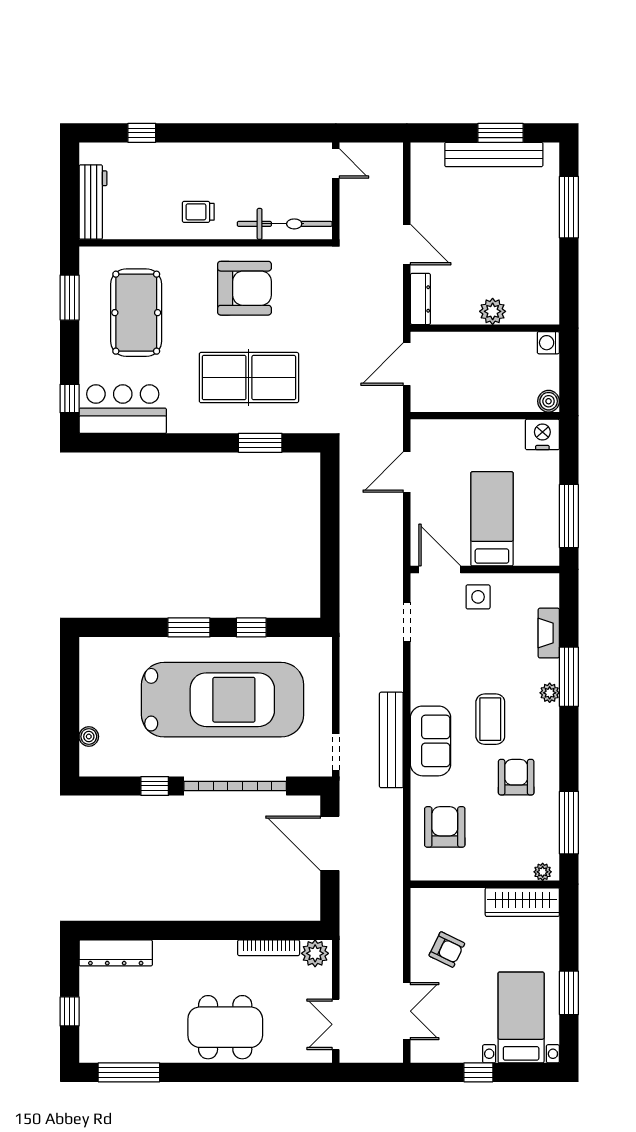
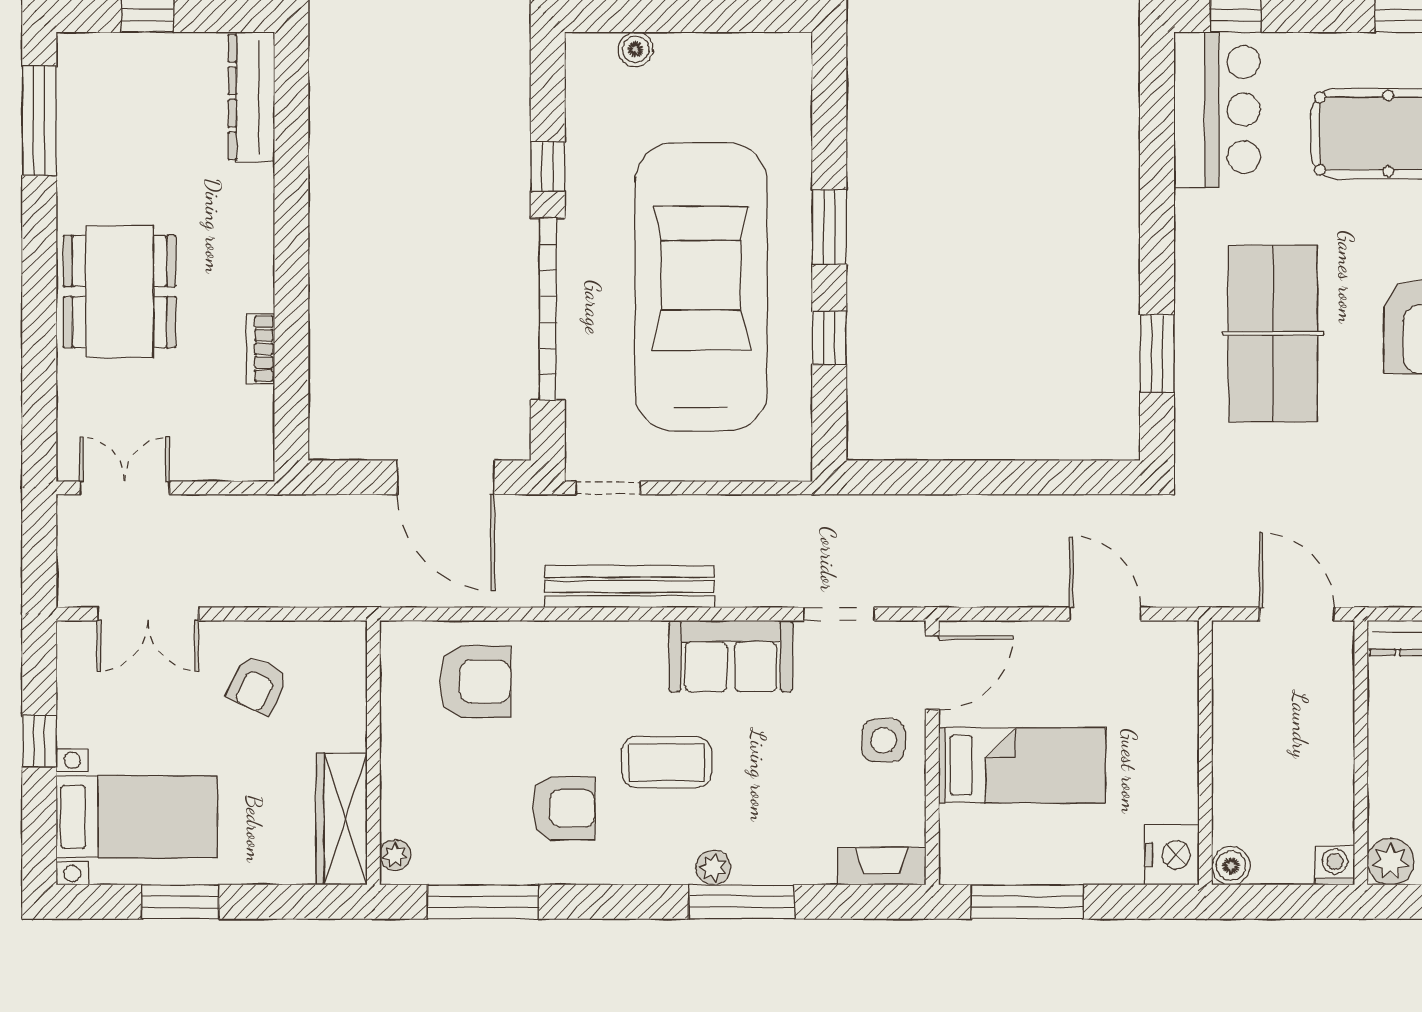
plant: (493, 311) -> (1390, 862), moved
fireplace: (549, 633) -> (882, 866), moved
car: (223, 700) -> (701, 287), turned 180
sofa: (431, 741) -> (731, 656), moved
door: (330, 843) -> (446, 477), swing flipped
bookcase: (269, 948) -> (261, 349), width x0.64
plant: (315, 953) -> (250, 451), removed

